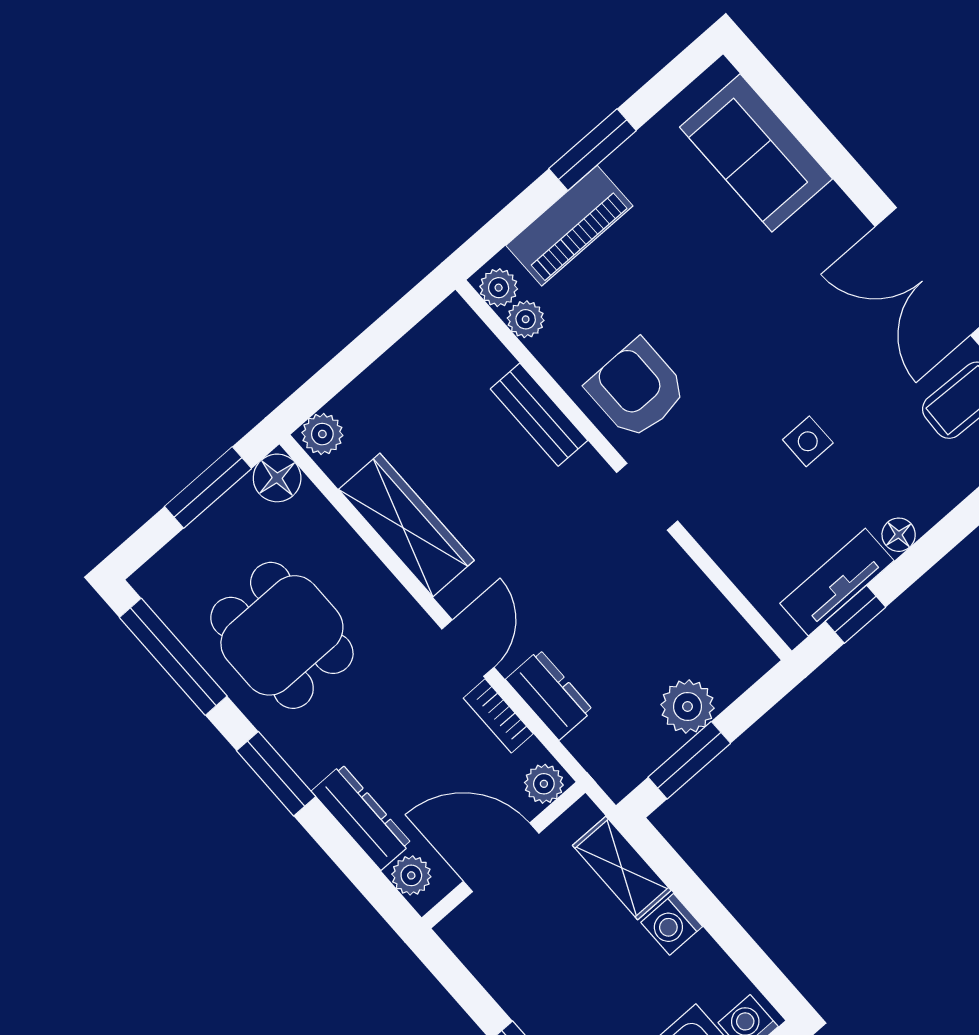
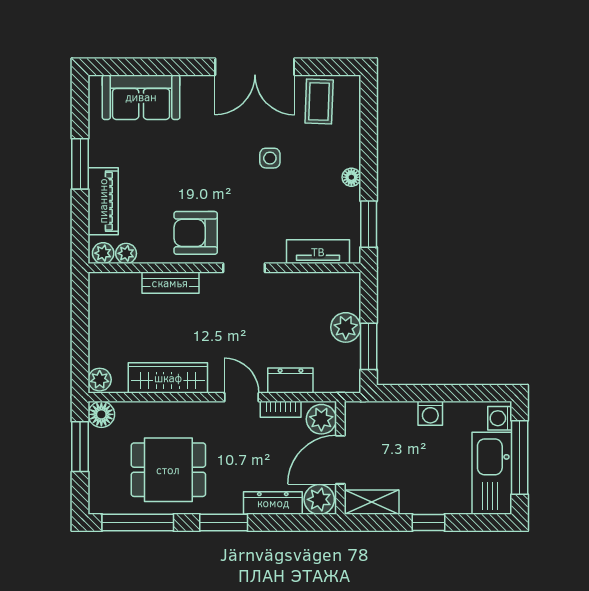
side table: (808, 441) -> (270, 158), moved
tv unit: (837, 582) -> (318, 252), moved, turned 90
window: (855, 614) -> (369, 224), width x1.50
plant: (544, 784) -> (321, 419), width x1.38, depth x1.38
shelving: (622, 868) -> (372, 502), moved
plant: (411, 875) -> (319, 499), width x1.38, depth x1.38

